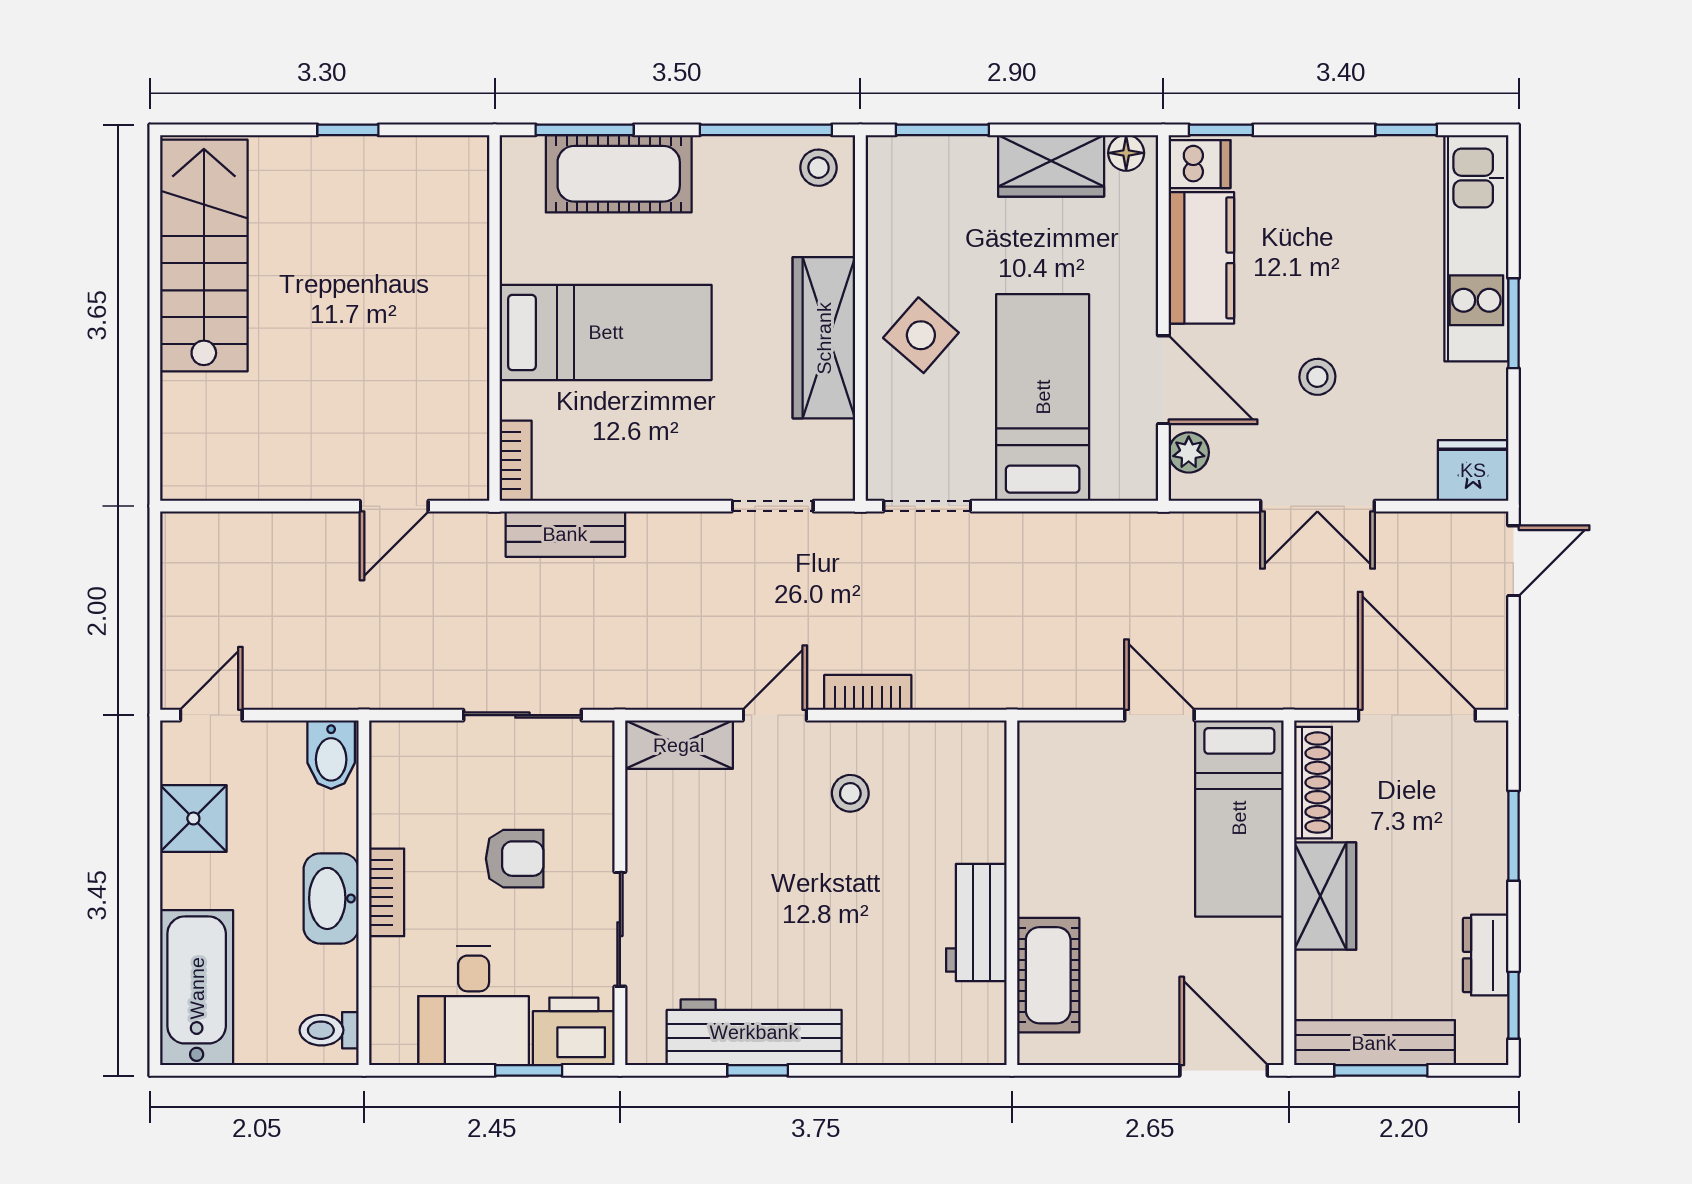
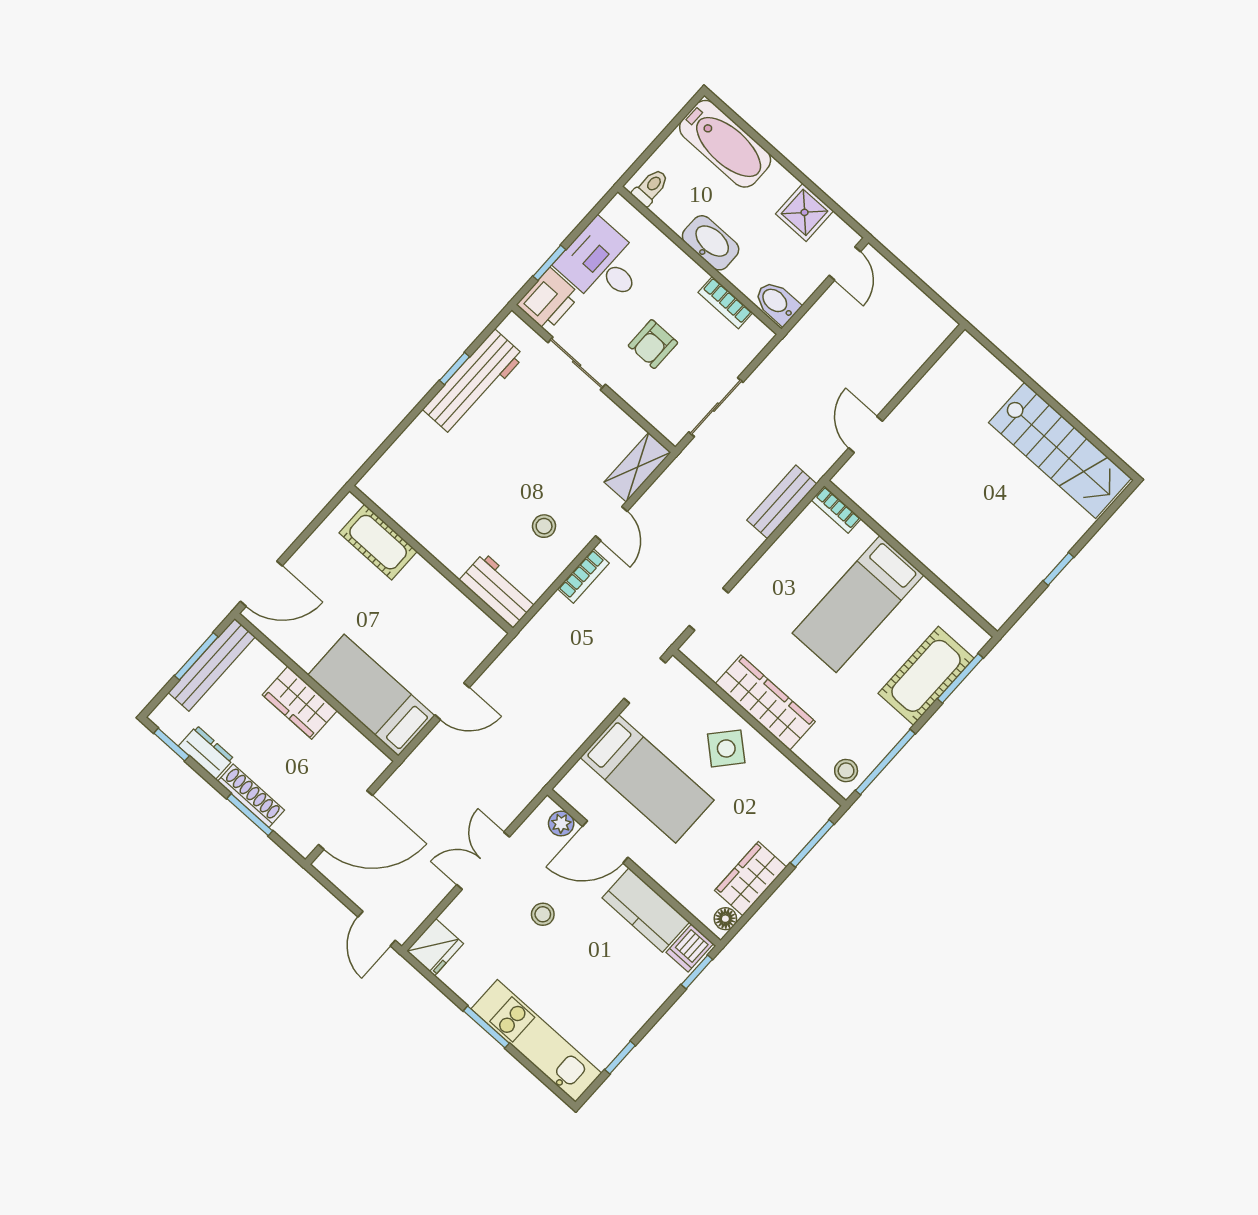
shoe rack: (1313, 783) -> (251, 796), moved, turned 180
bookcase: (387, 892) -> (725, 303), moved
workbench: (976, 923) -> (498, 590), moved

